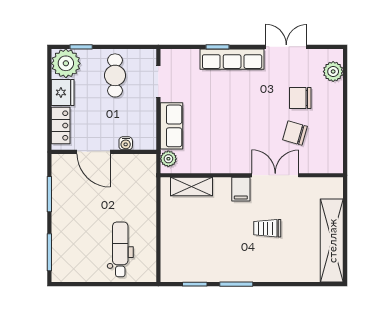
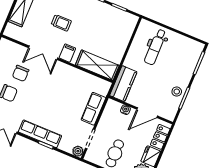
chair: (295, 133) -> (21, 73), turned 74
door: (93, 152) -> (147, 113), swing flipped
plant: (168, 159) -> (78, 151), moved
kitchen counter: (144, 179) -> (123, 84), added
shelving: (192, 187) -> (97, 65), width x1.50, depth x1.33
stool: (64, 199) -> (177, 92), added

